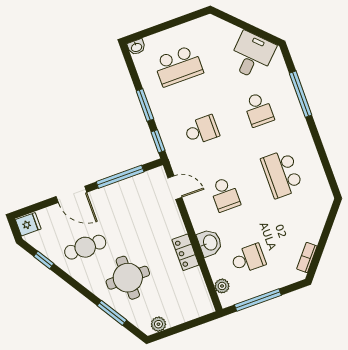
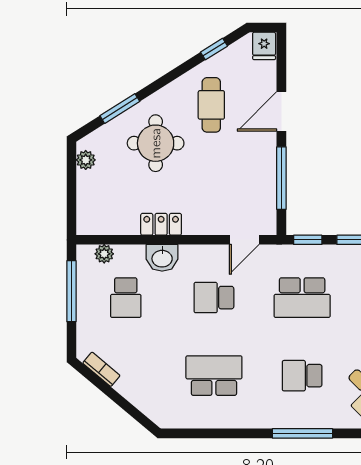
school desk: (202, 130) -> (302, 298), width x1.85

